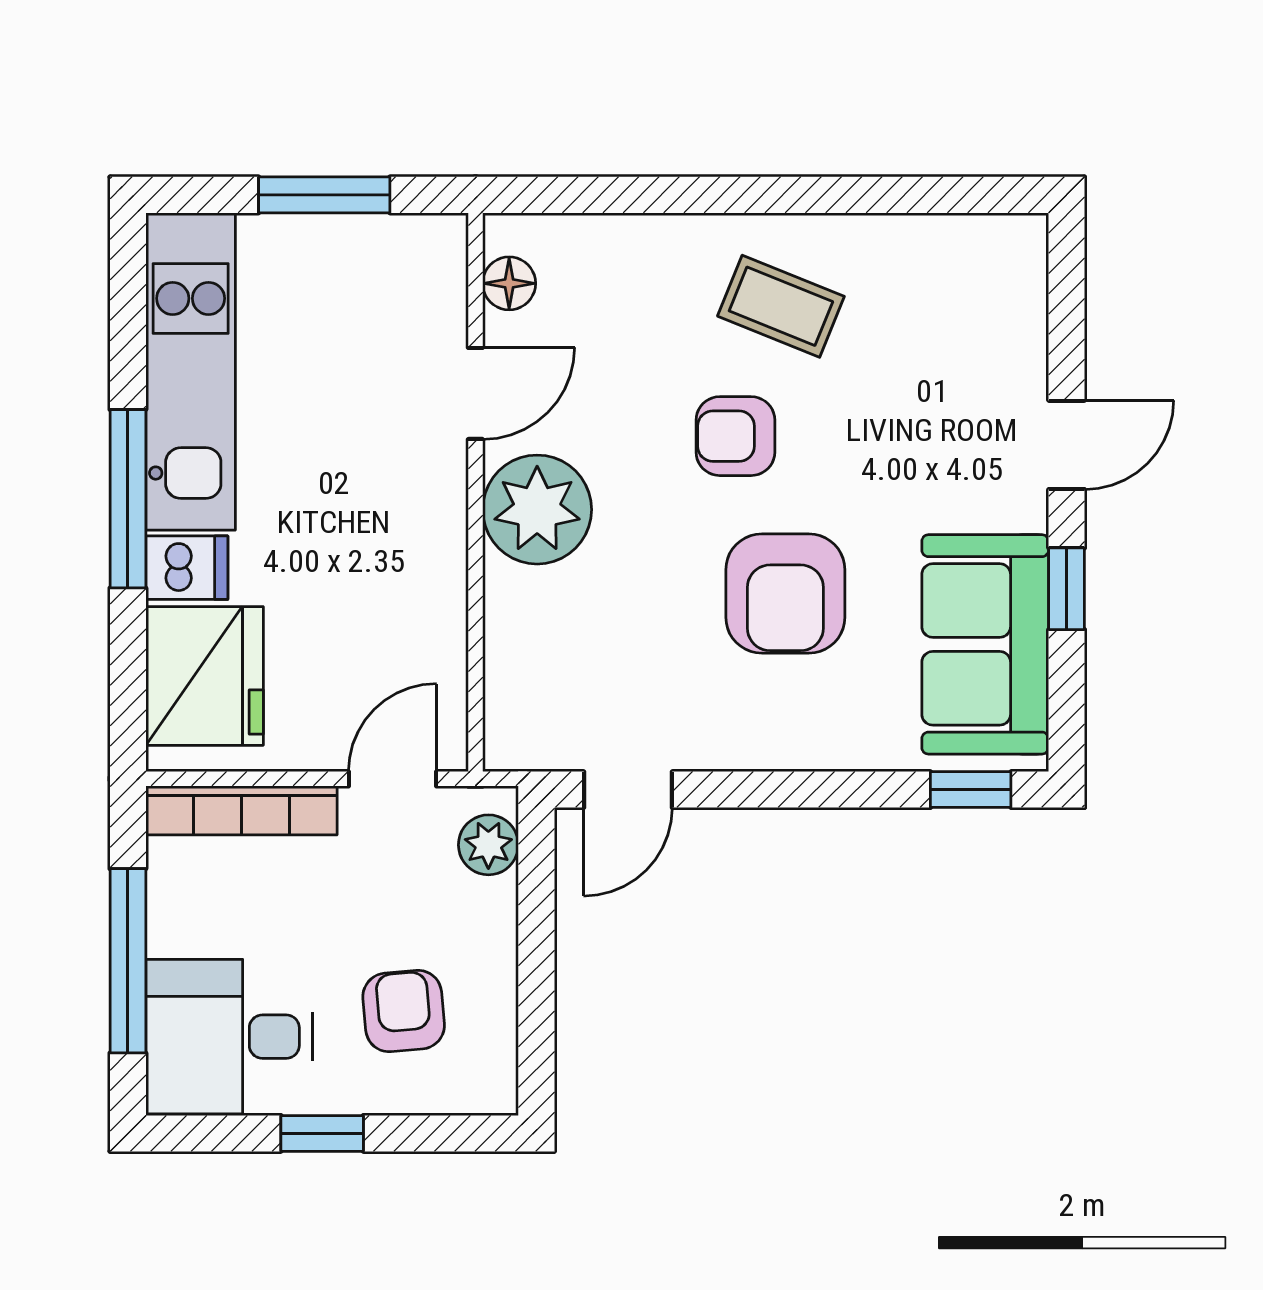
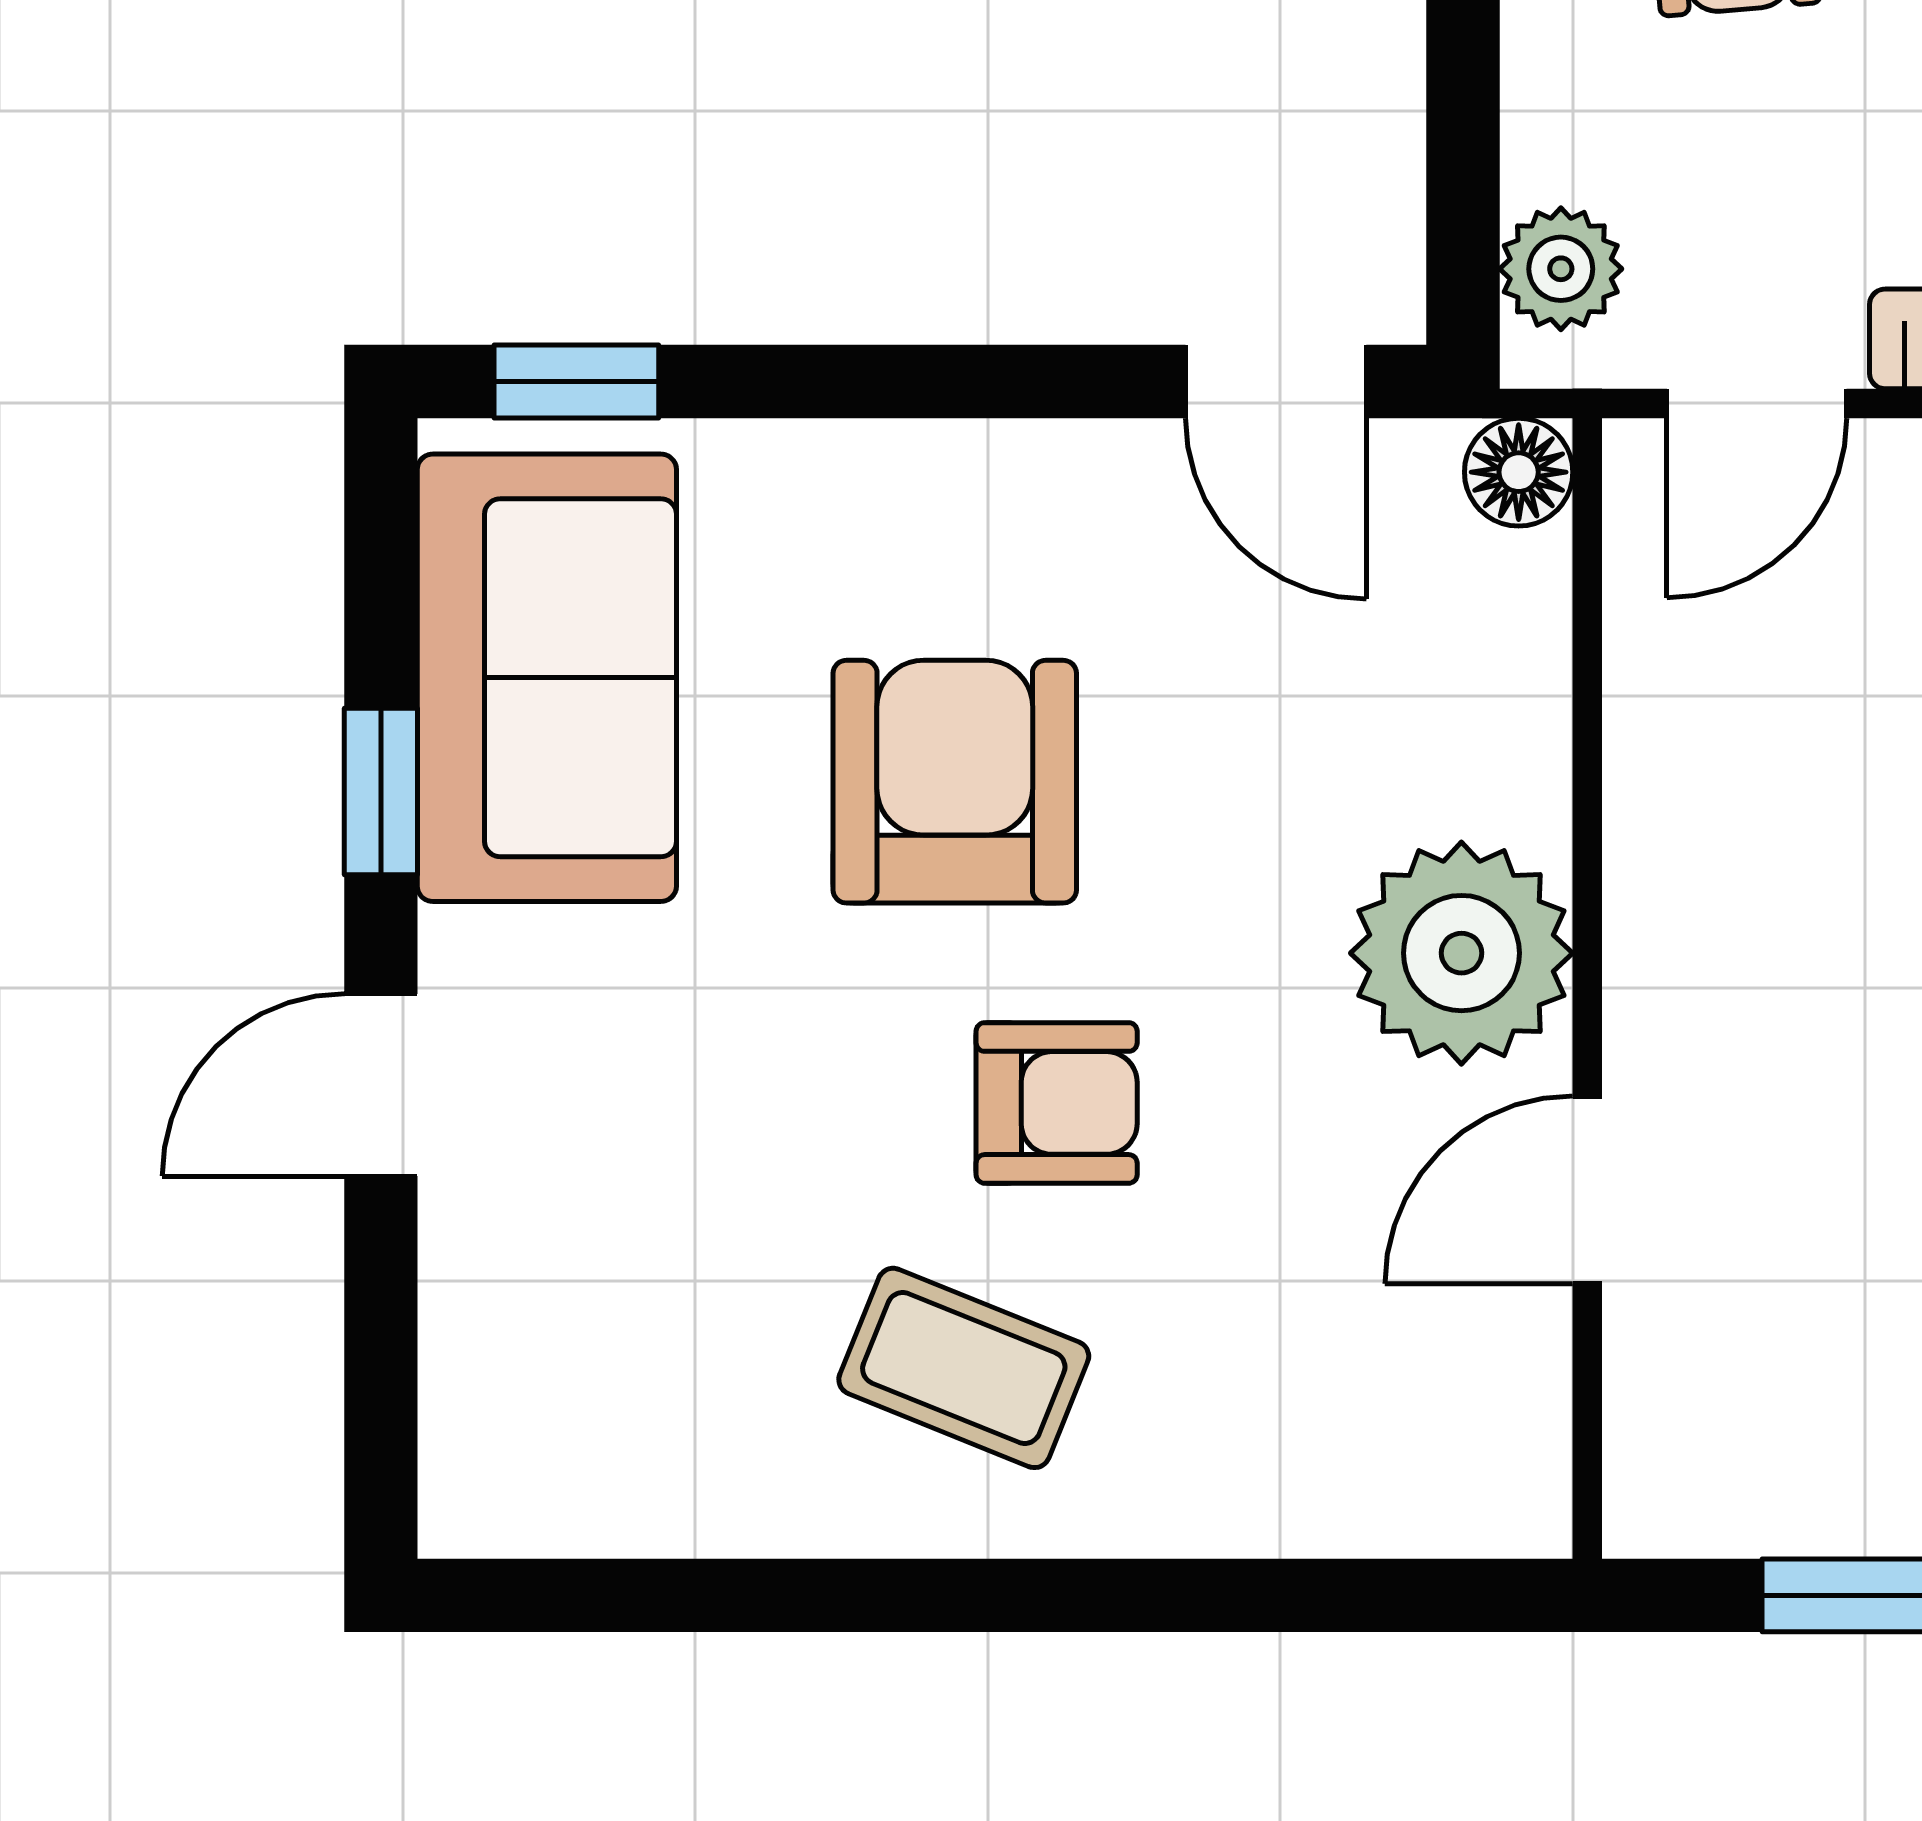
floor lamp: (509, 283) -> (1519, 472), moved
door: (628, 790) -> (1276, 382), swing flipped

